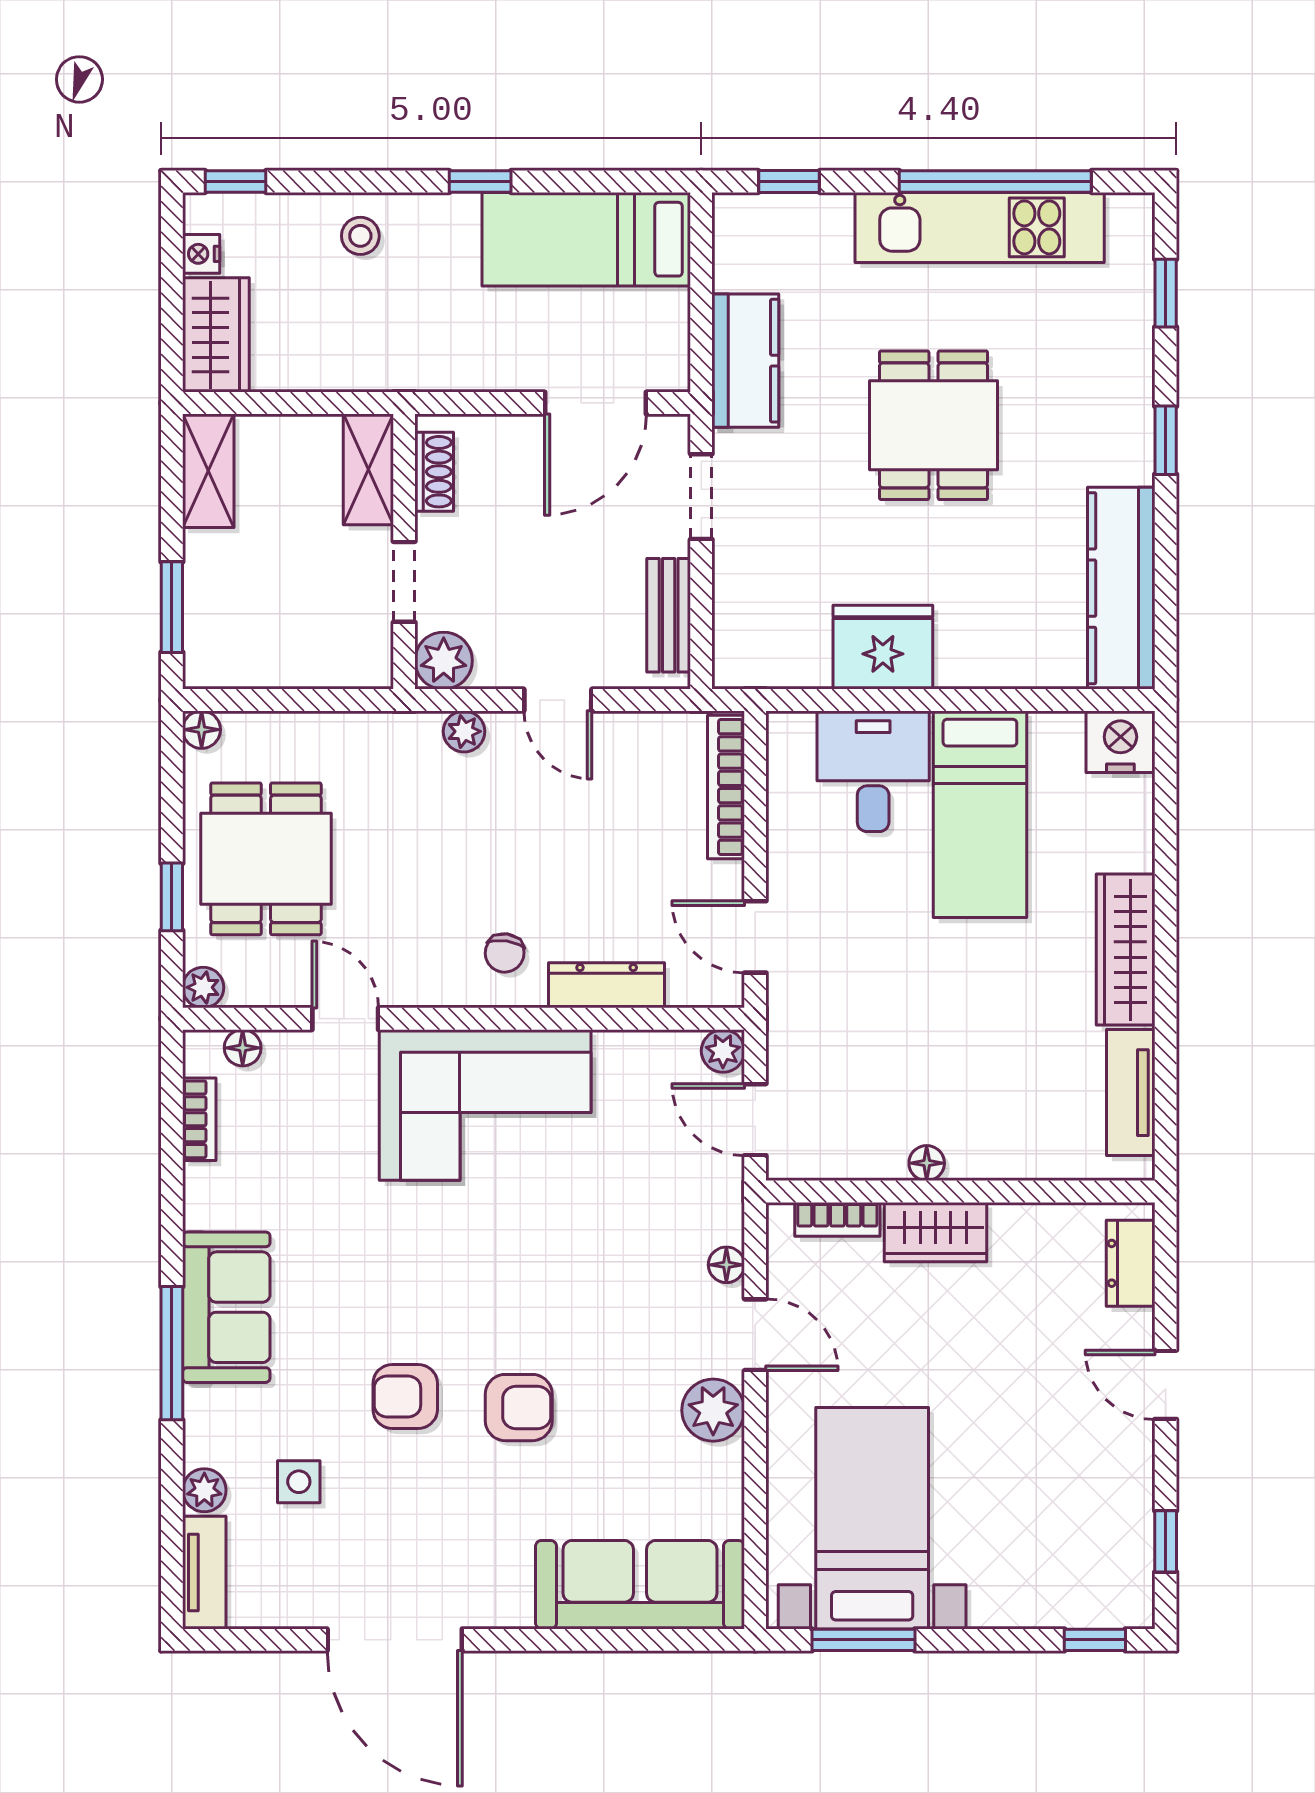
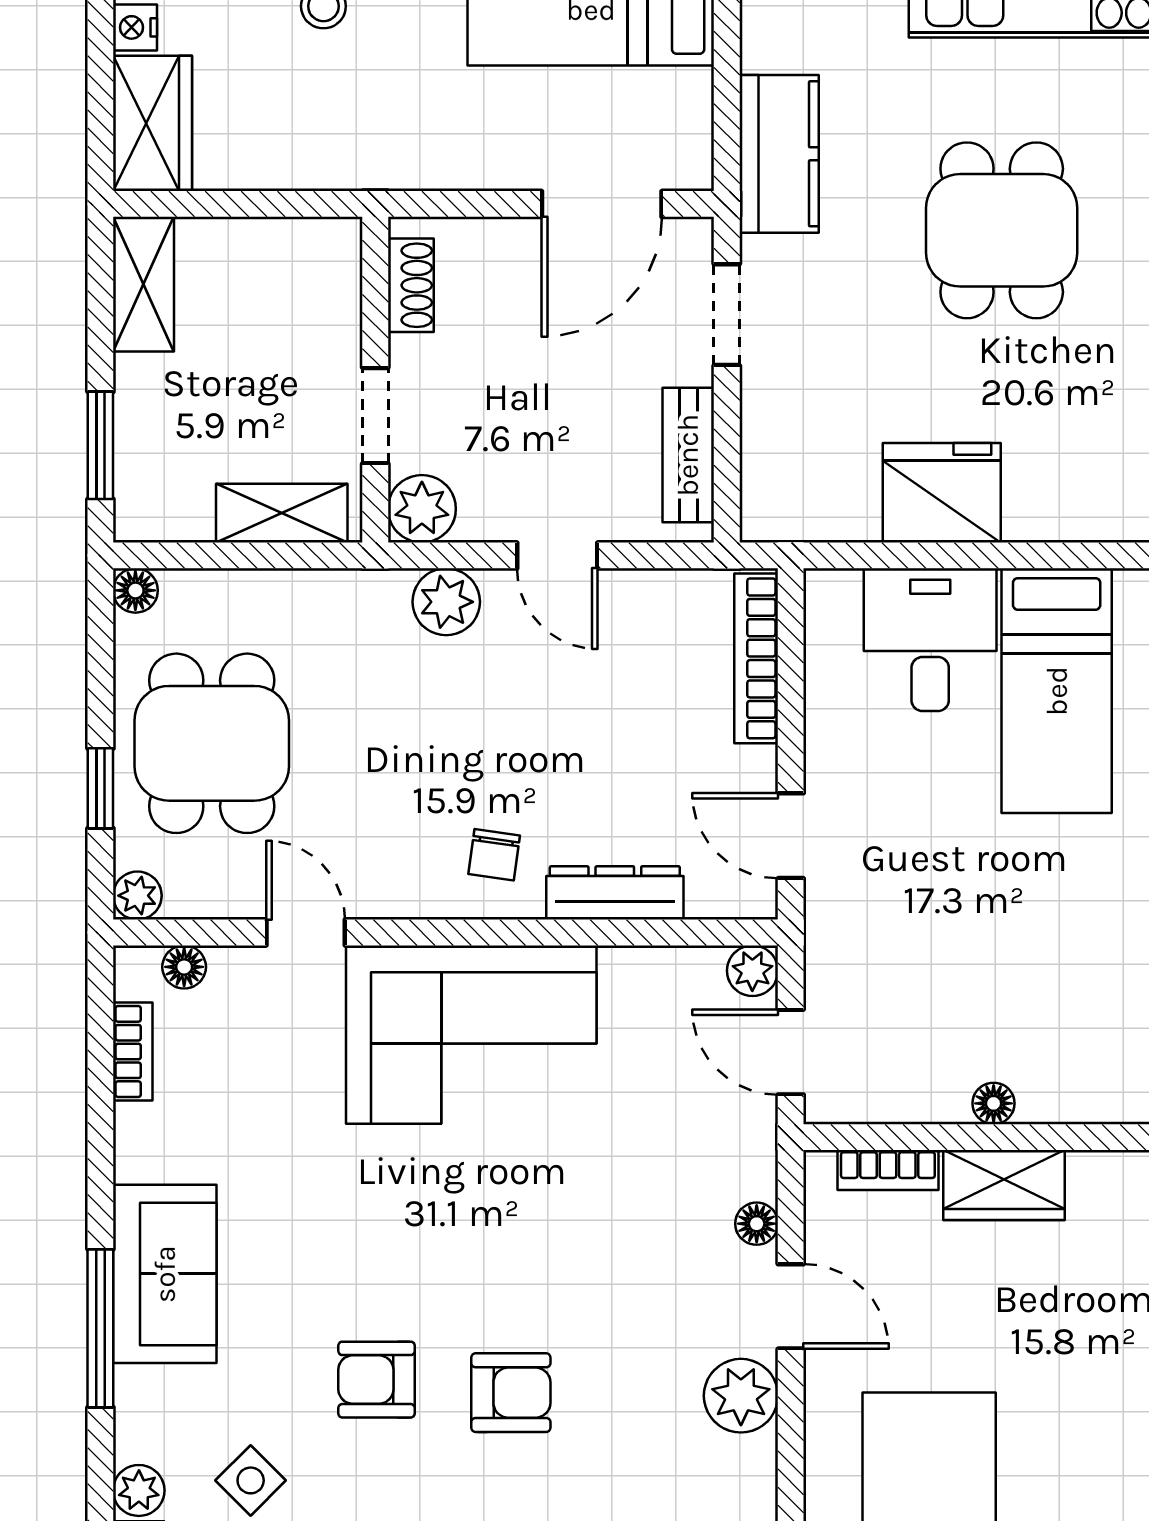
shelving: (368, 469) -> (282, 513), moved, turned 90
plant: (464, 731) -> (446, 602), width x1.38, depth x1.38
side table: (299, 1482) -> (251, 1480), turned 45

